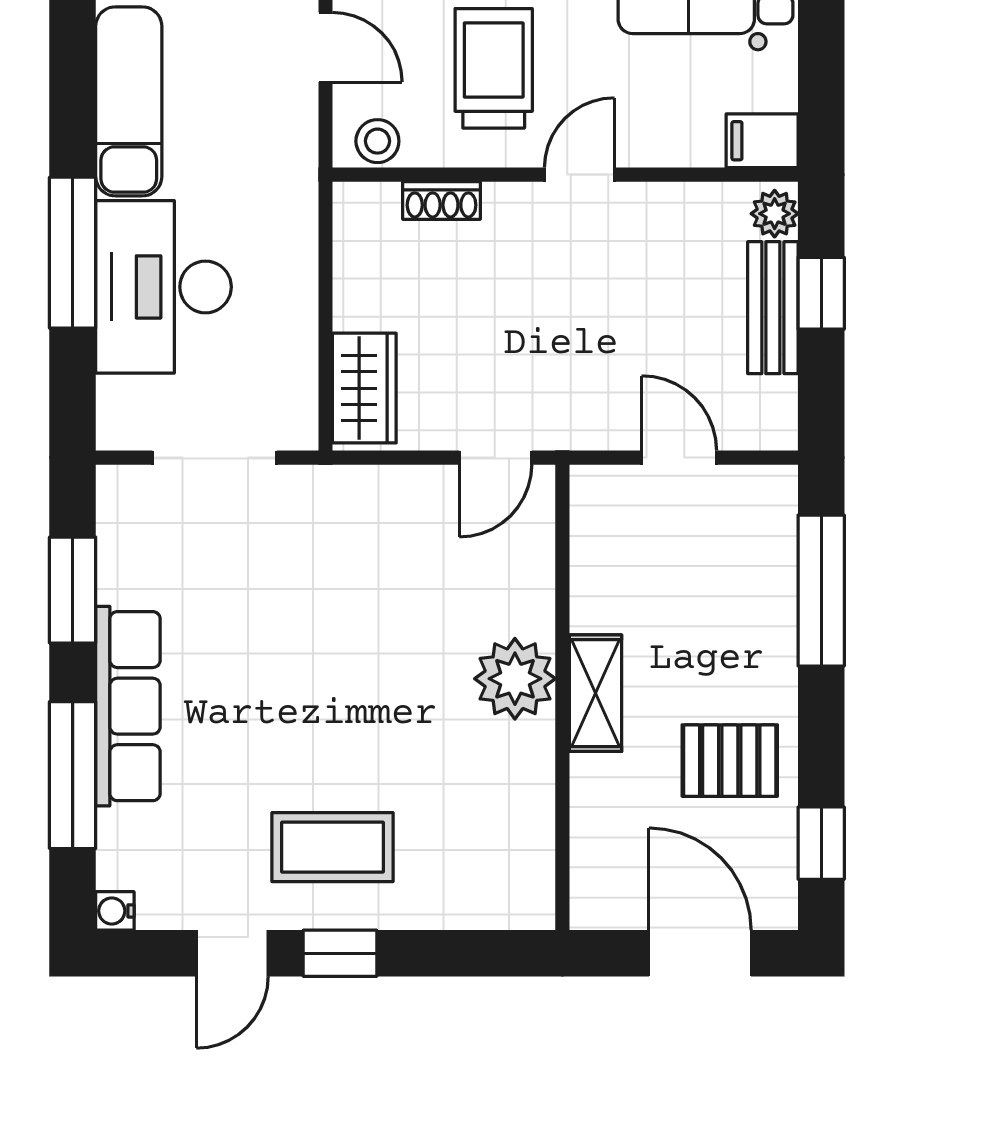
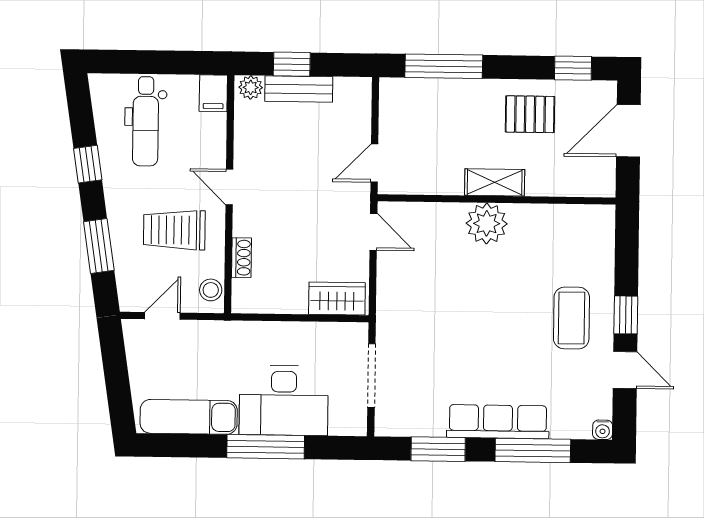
door: (679, 458) -> (374, 163), moved
pallet: (730, 761) -> (530, 114), turned 90

